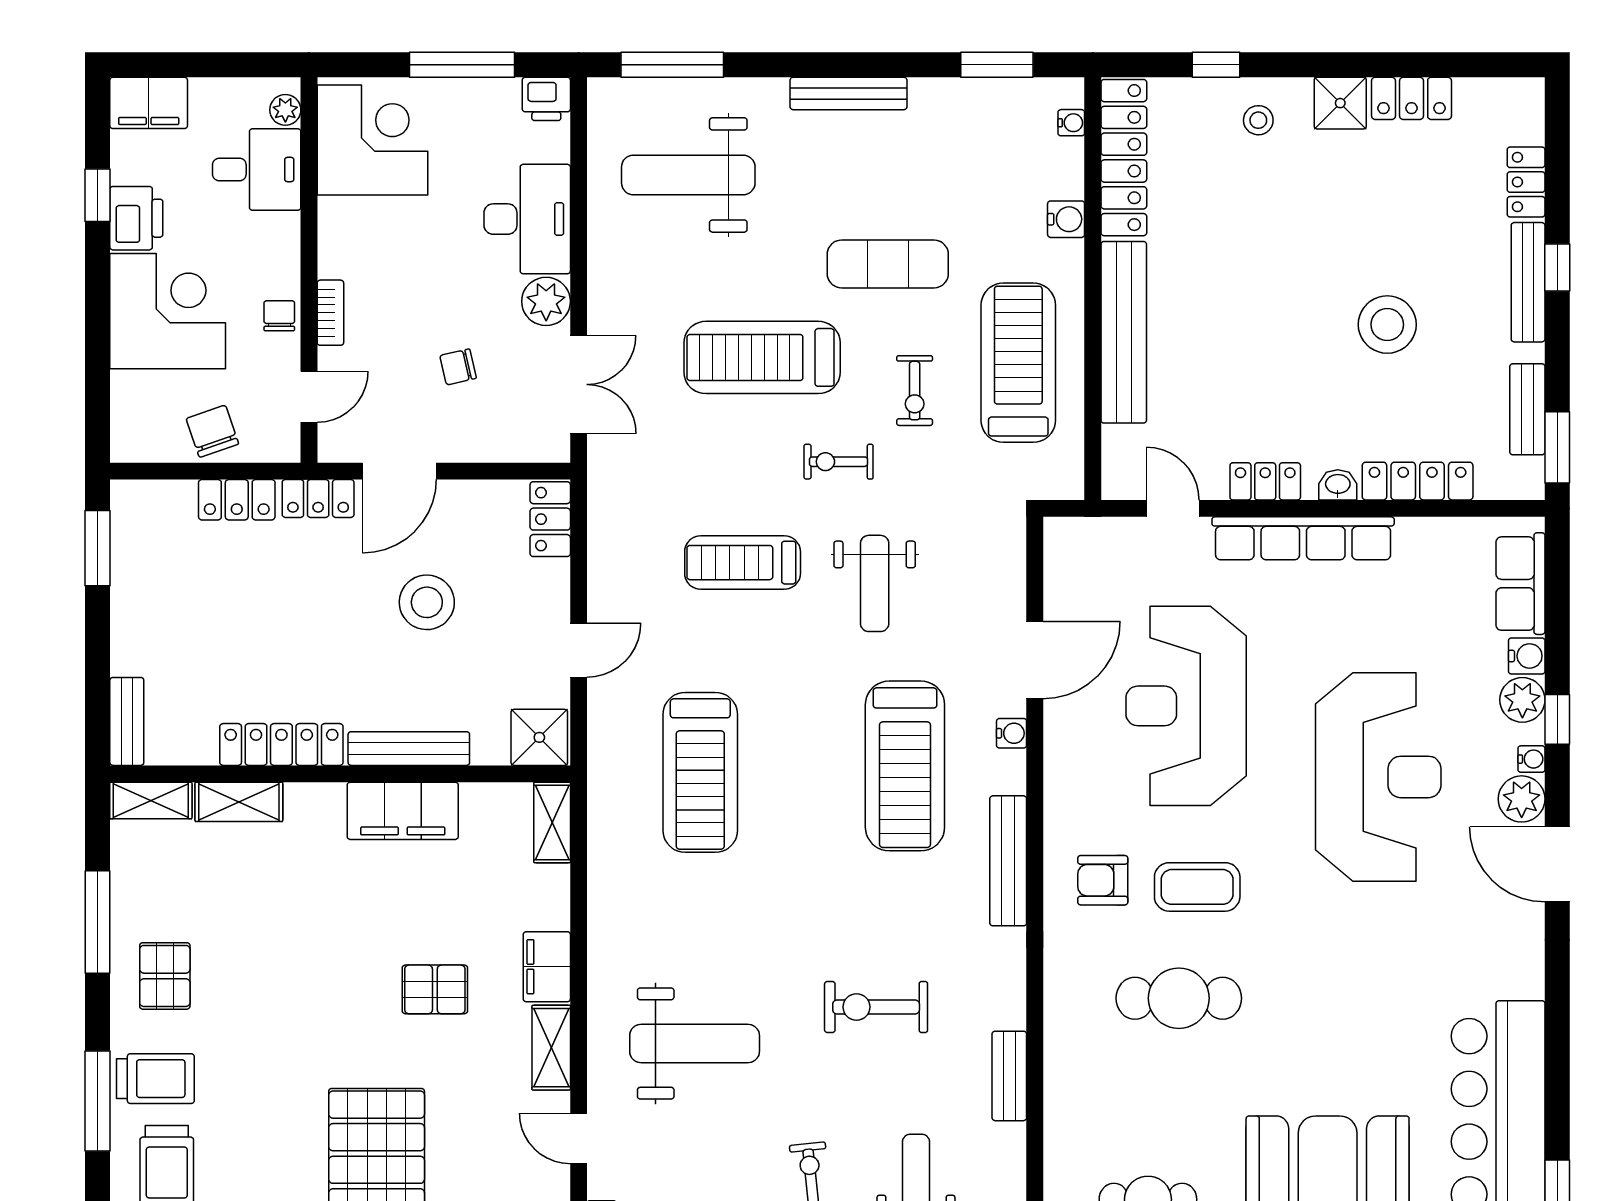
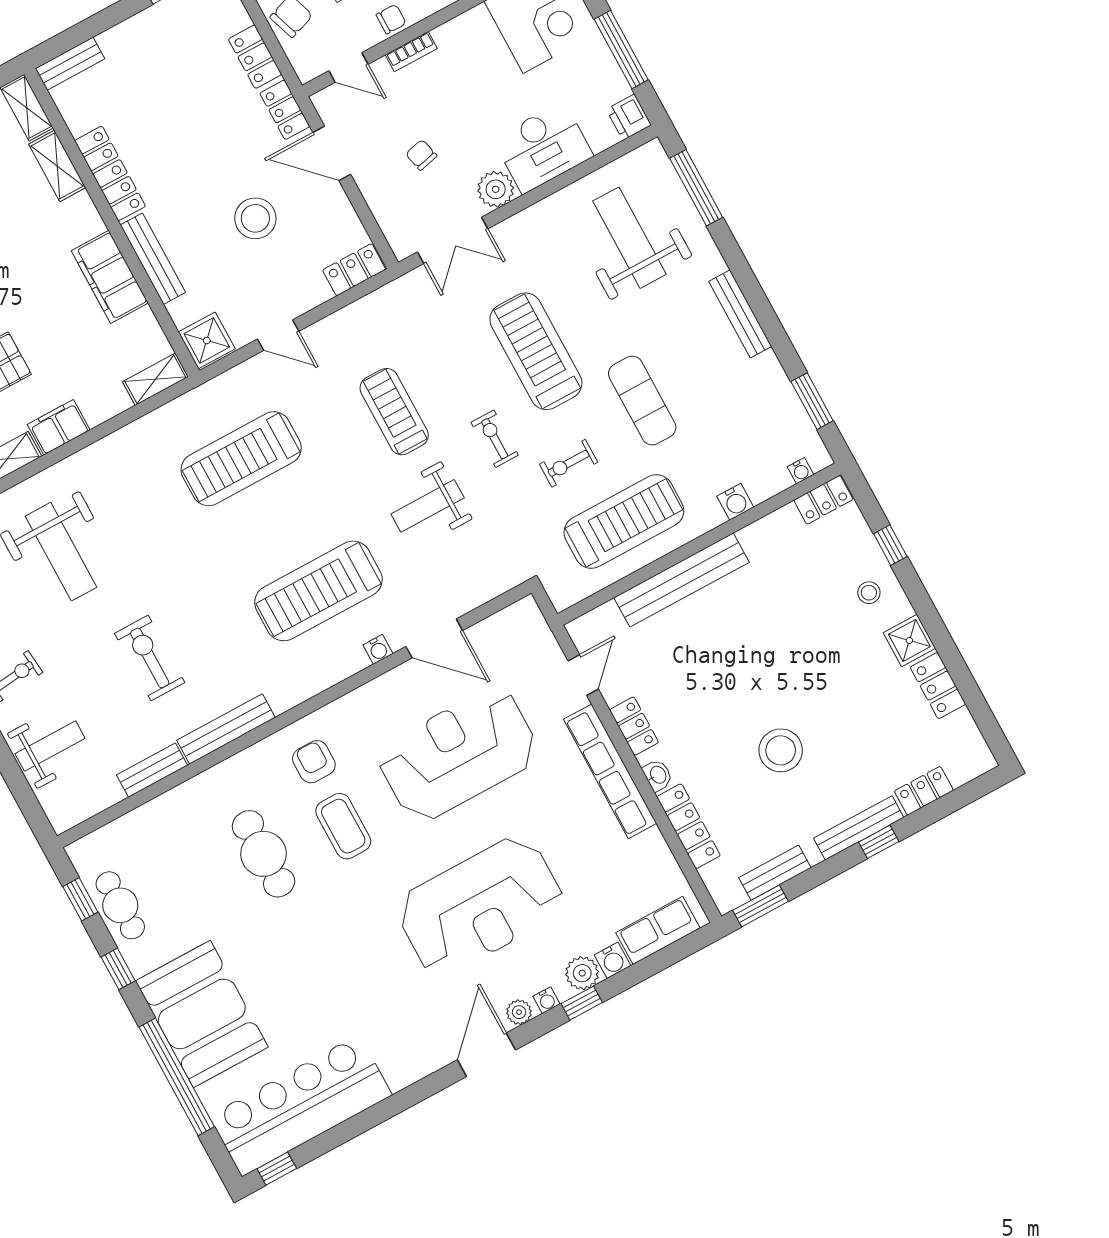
locker: (1124, 158) -> (823, 500), width x0.46, depth x0.83
plant: (1522, 799) -> (519, 1012), width x0.73, depth x0.73
bench: (1008, 861) -> (226, 729), moved

